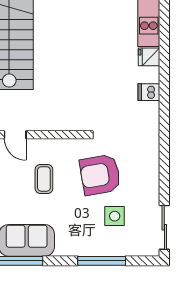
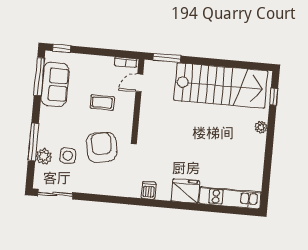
fridge: (149, 57) -> (185, 191), width x1.88, depth x1.34
dishwasher: (149, 92) -> (149, 190), moved
plant: (118, 246) -> (44, 156), added

